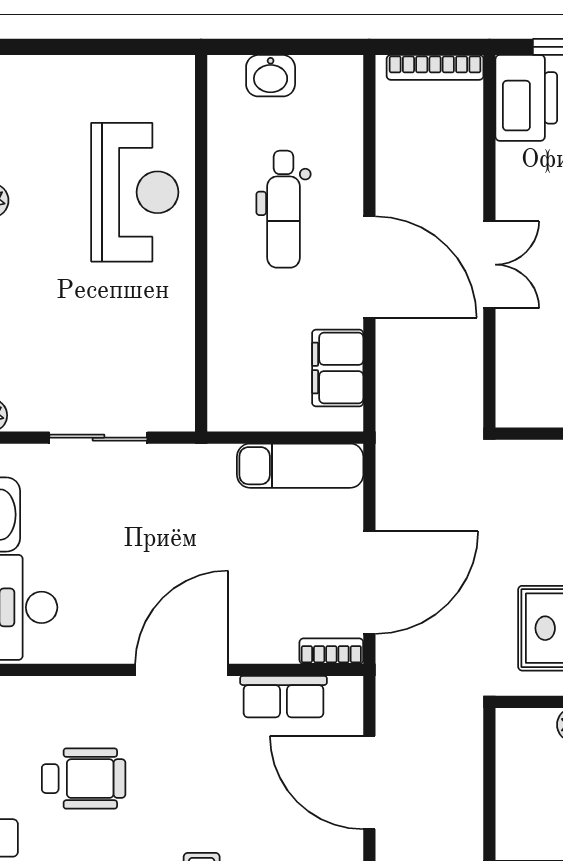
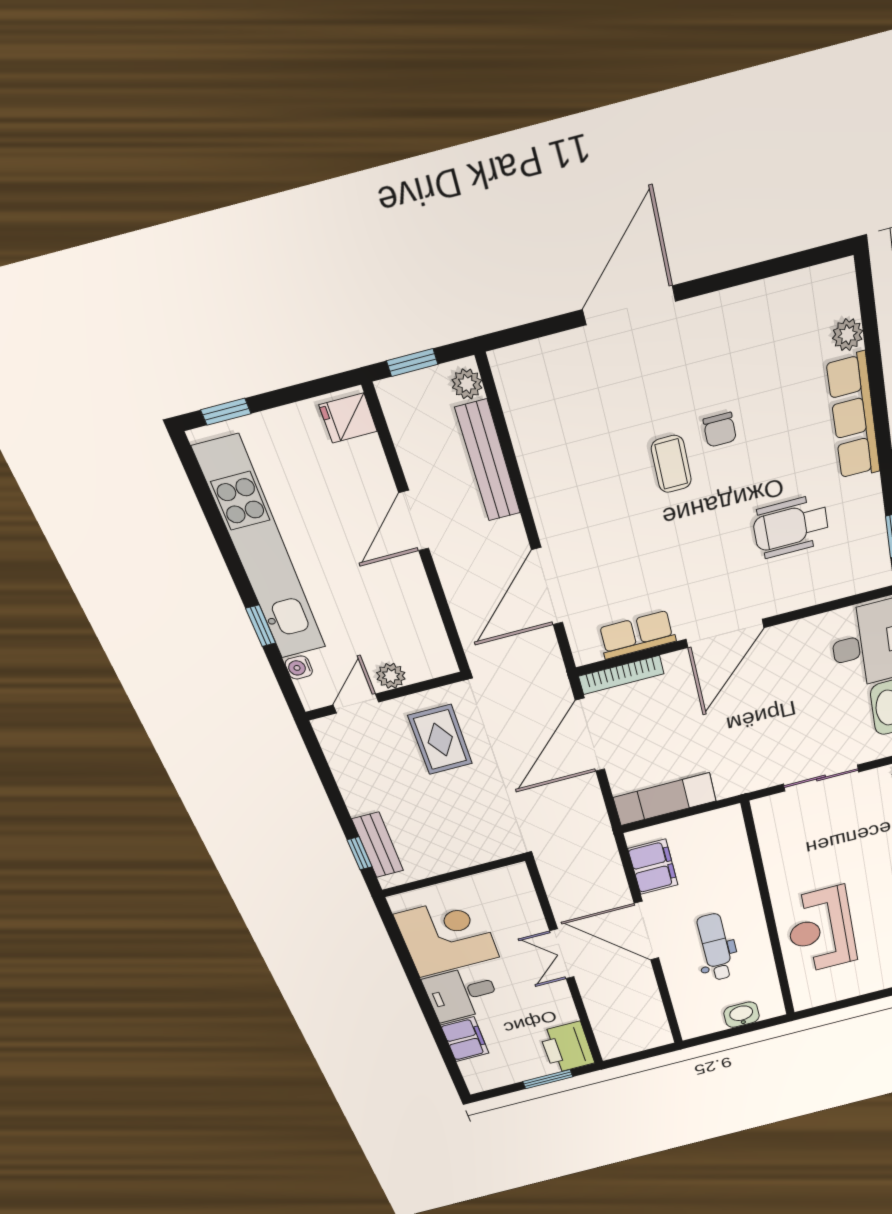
bookcase: (435, 67) -> (633, 1047), removed
bookcase: (331, 651) -> (621, 675), width x1.56
door: (369, 783) -> (547, 587), swing flipped

